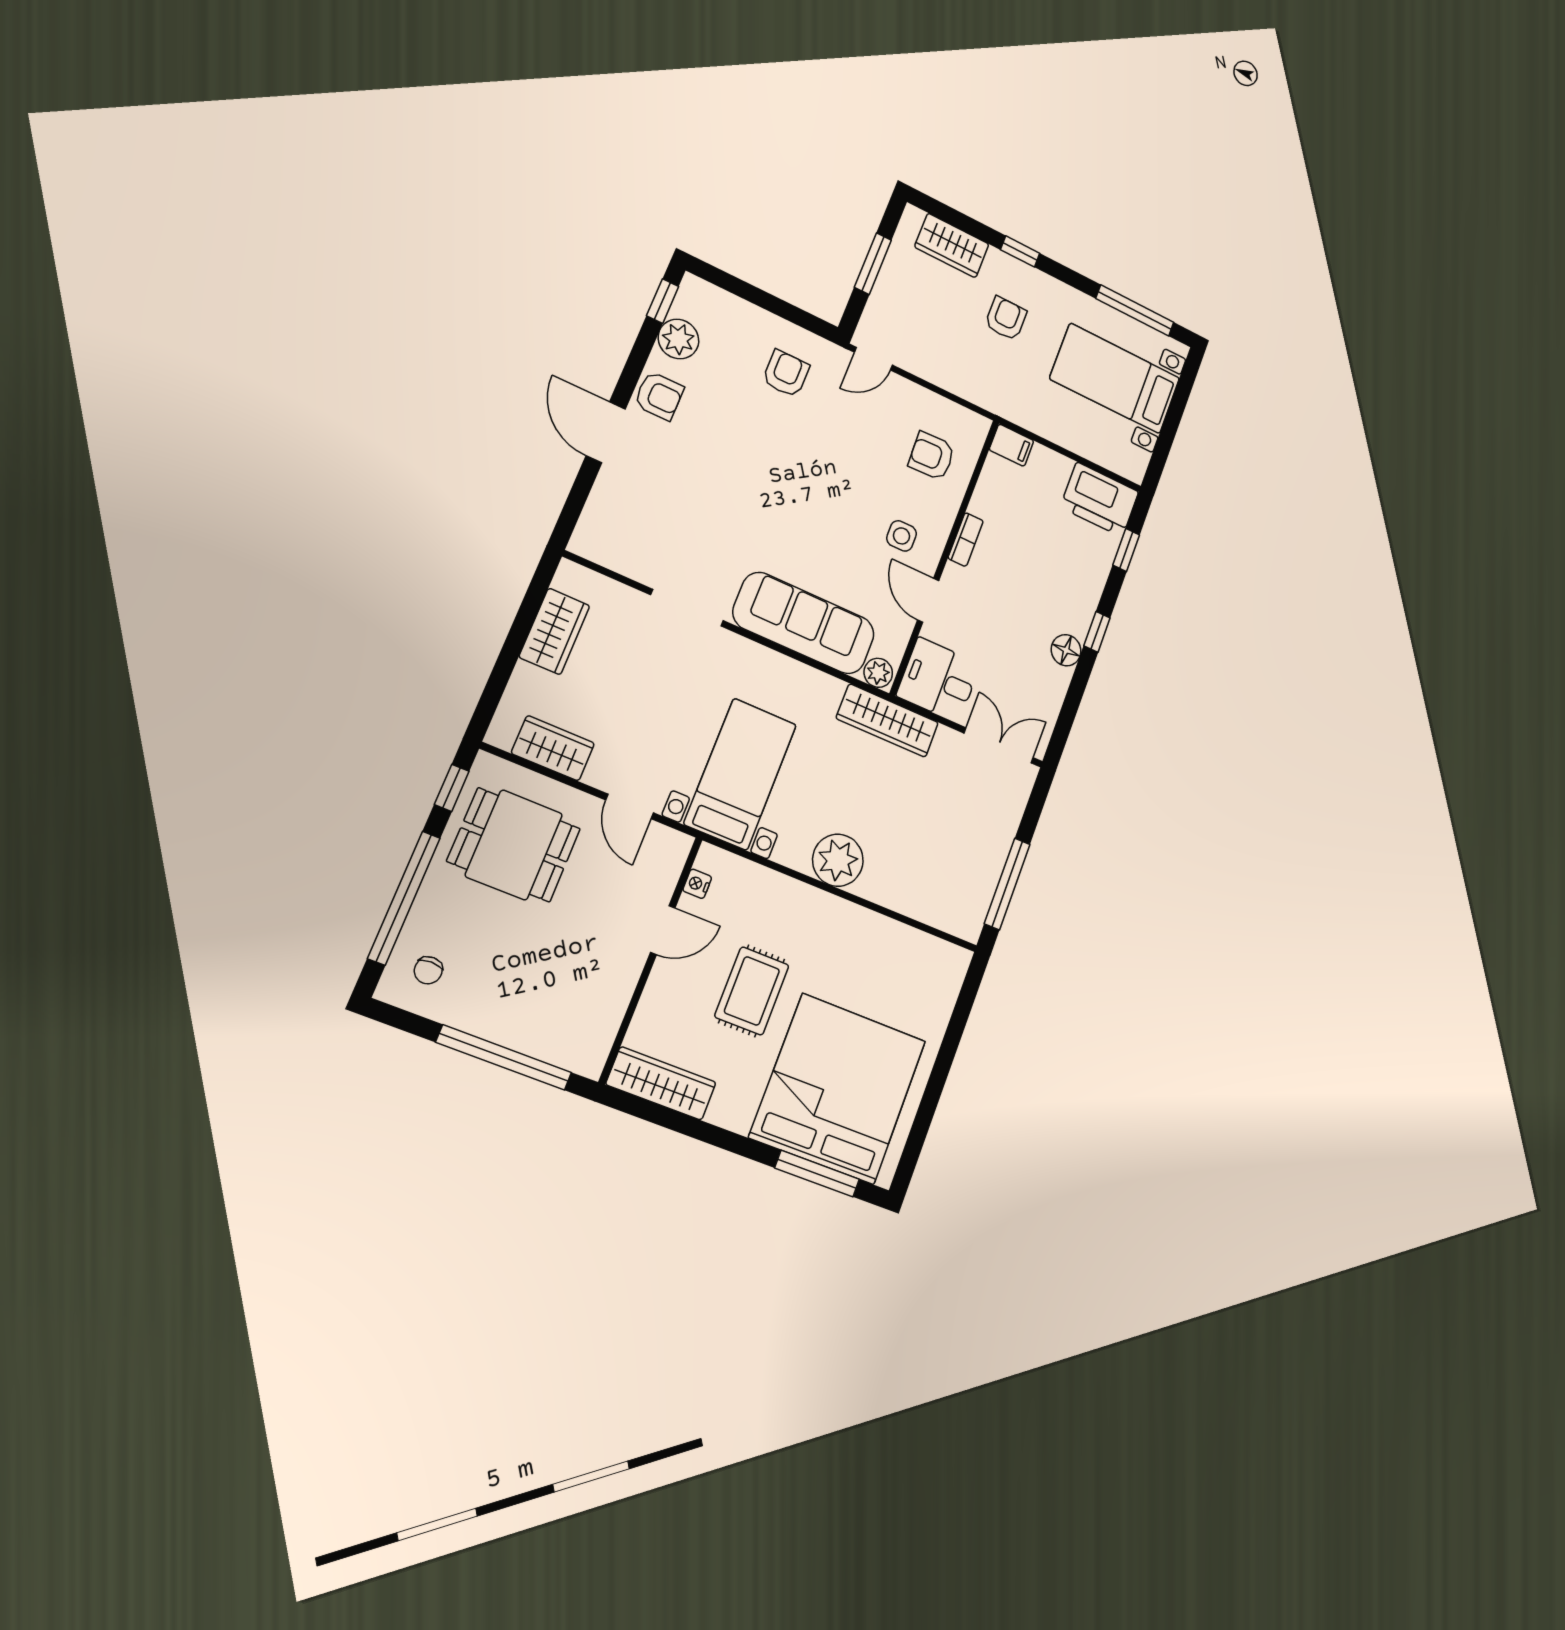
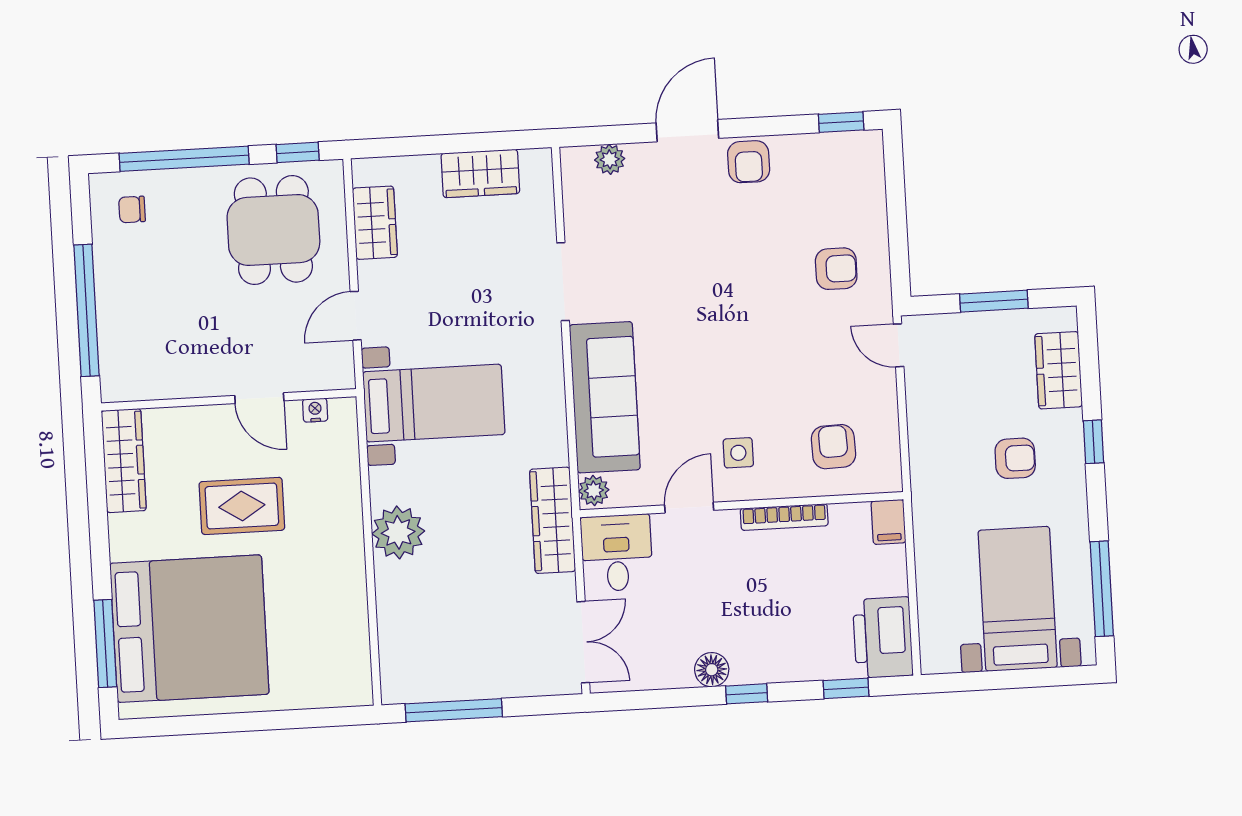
plant: (678, 339) -> (610, 159), moved, width x0.73, depth x0.73
bookcase: (966, 540) -> (784, 517), width x1.56

